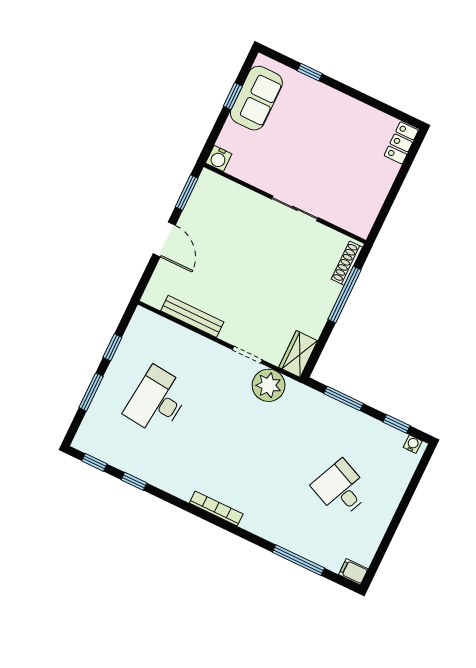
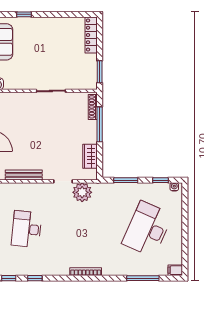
locker: (401, 143) -> (91, 35), width x1.53
window: (383, 214) -> (100, 72), added
wardrobe: (298, 354) -> (90, 156), moved
desk: (341, 489) -> (147, 229), width x1.87, depth x1.30

